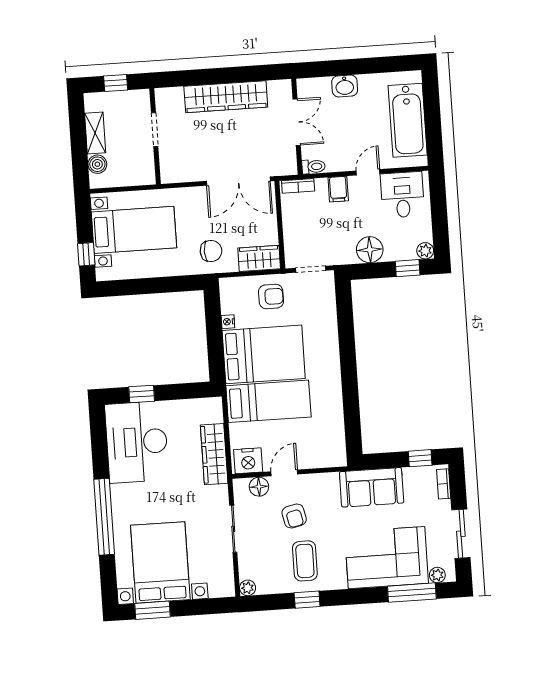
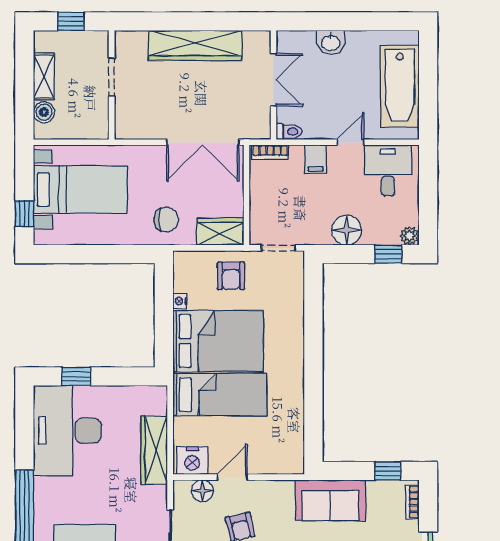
armchair: (271, 297) -> (231, 276), turned 90

